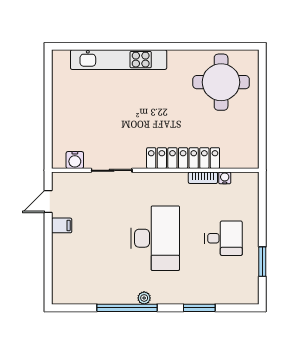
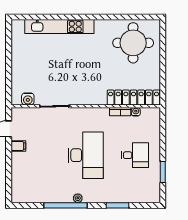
locker: (183, 158) -> (134, 97), moved

